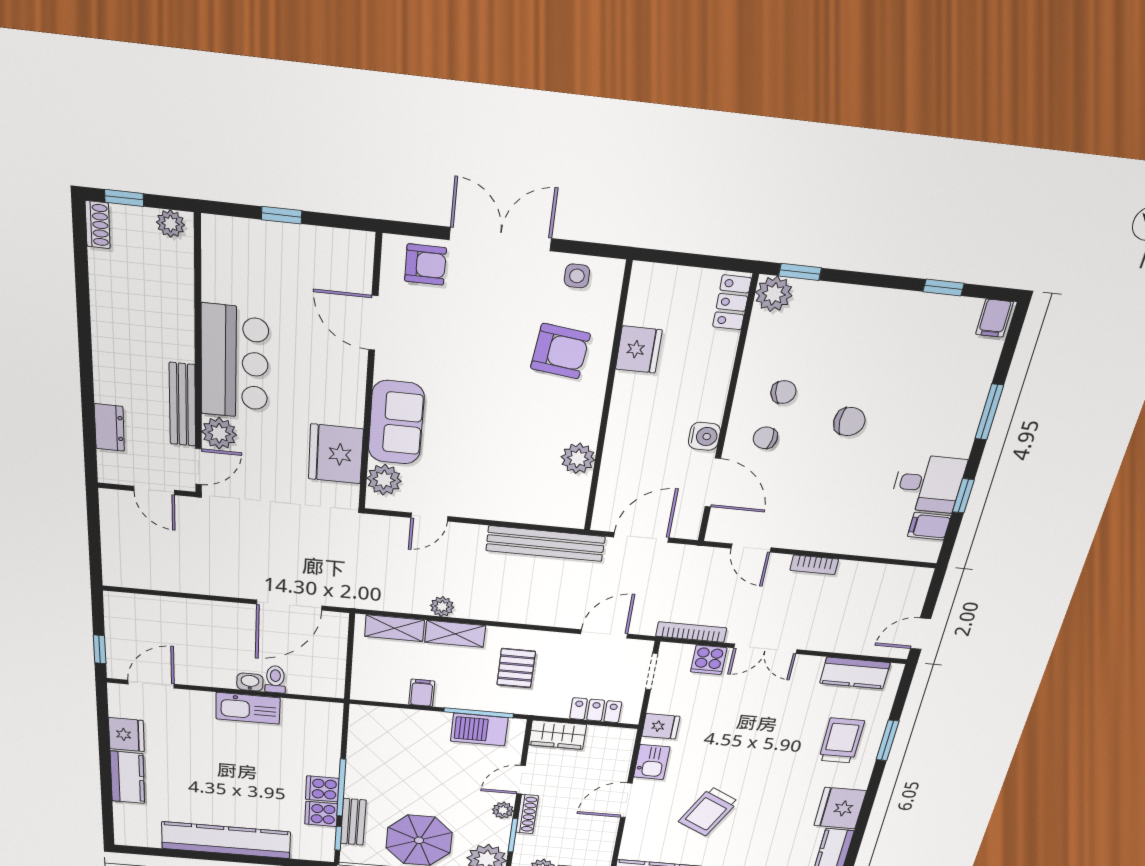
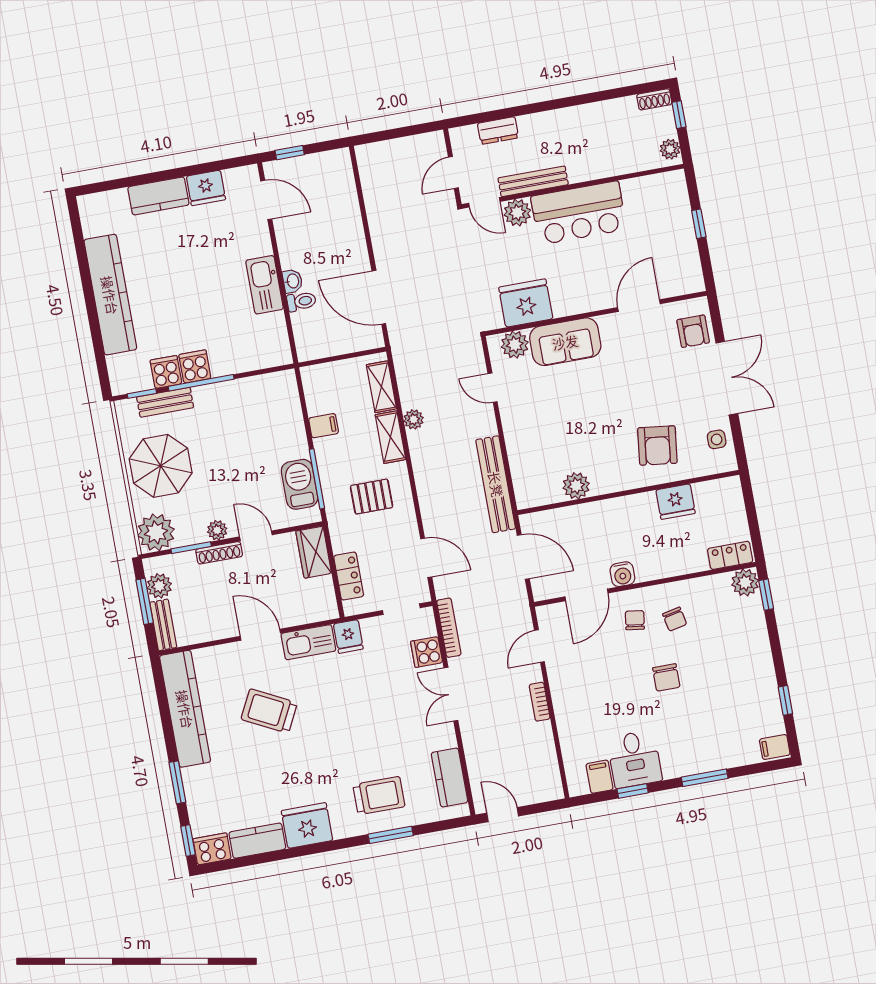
kitchen sink: (652, 762) -> (308, 642), width x1.38

